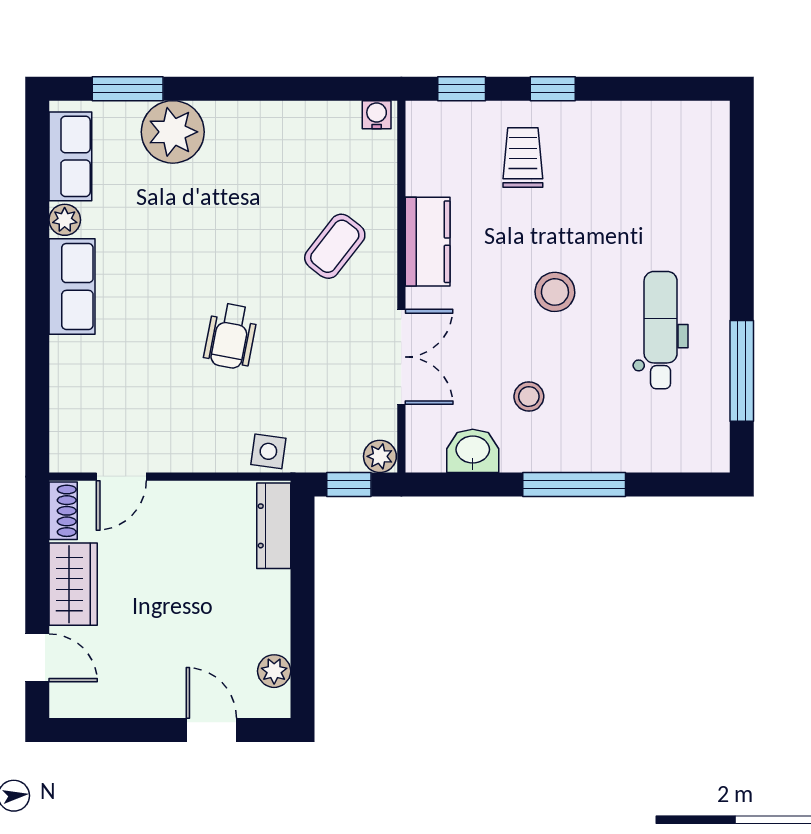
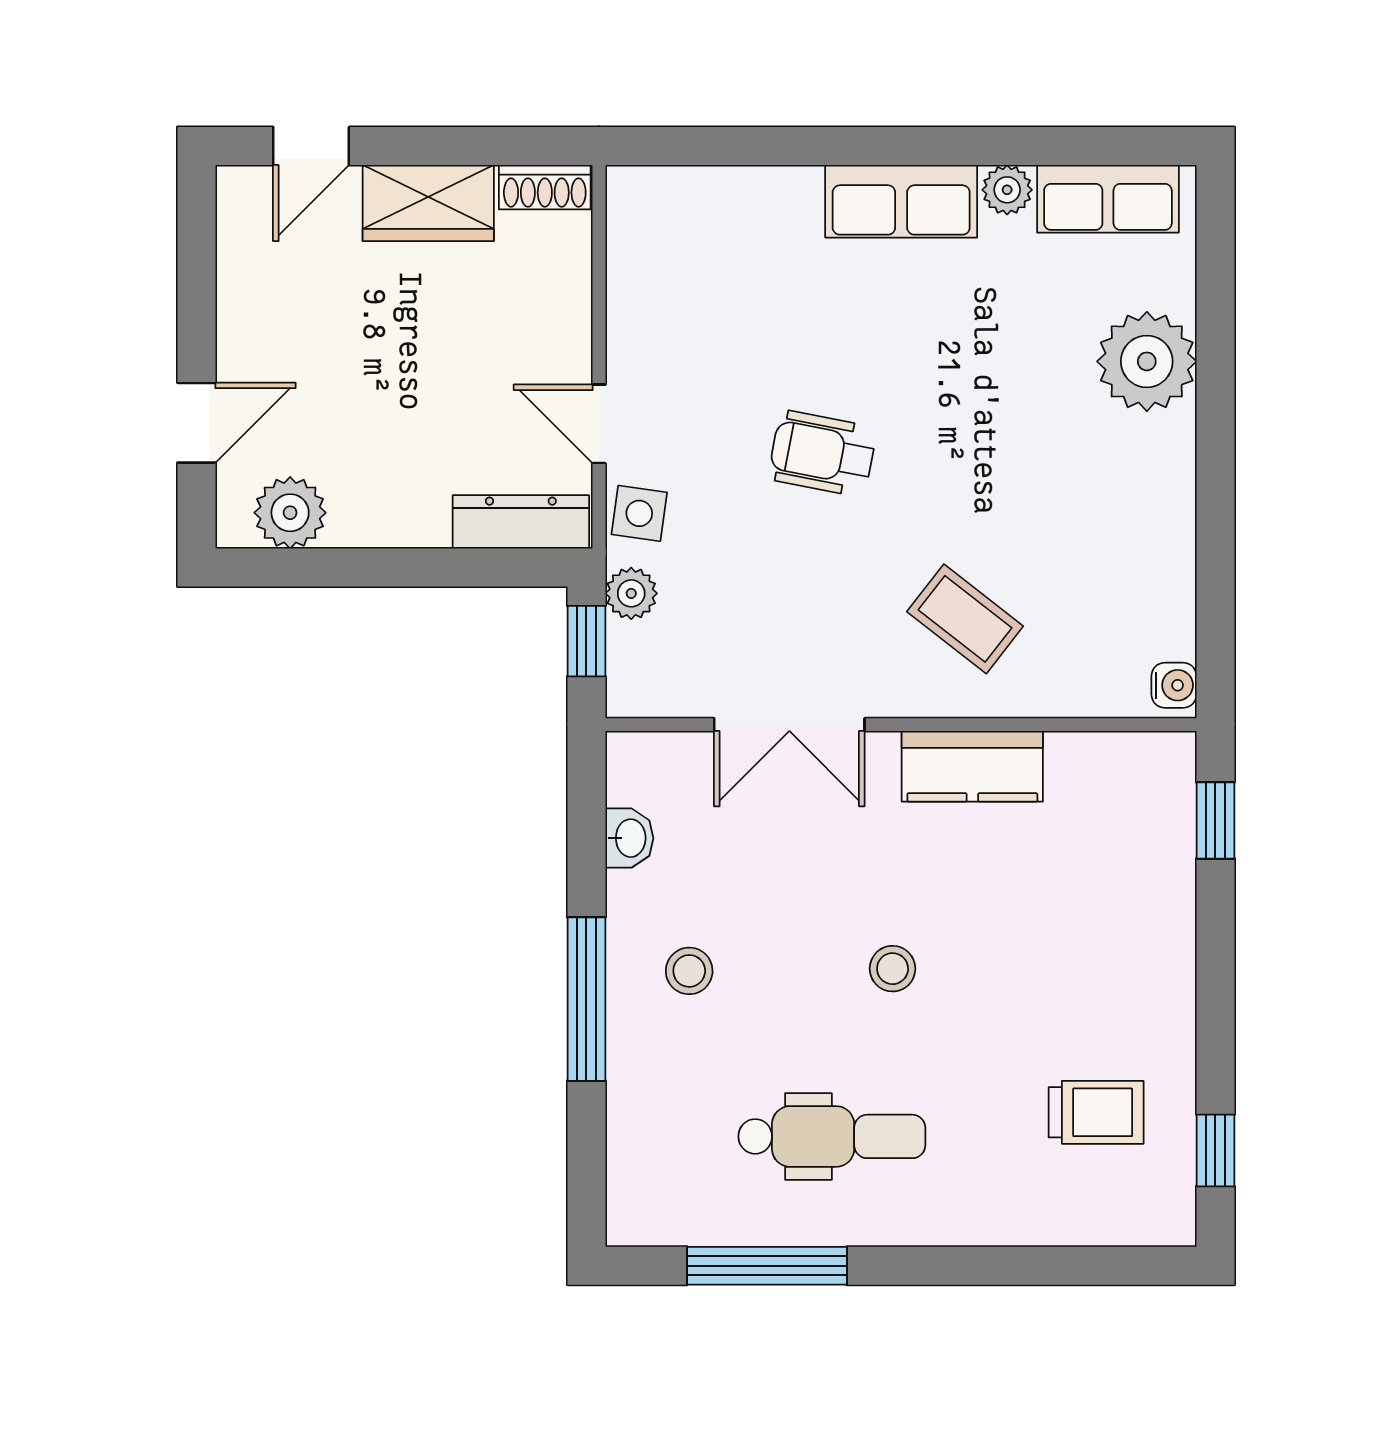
window: (128, 89) -> (1215, 290), removed
window: (553, 89) -> (1215, 1150), moved
trolley: (523, 157) -> (1096, 1112), moved
stool: (555, 292) -> (893, 969), width x0.73, depth x0.73
stool: (529, 397) -> (689, 971), moved
washbasin: (473, 451) -> (629, 838), width x0.72, depth x0.69
plant: (380, 456) -> (631, 593), moved
door: (121, 477) -> (599, 424), moved
plant: (274, 671) -> (290, 513), width x1.38, depth x1.38

